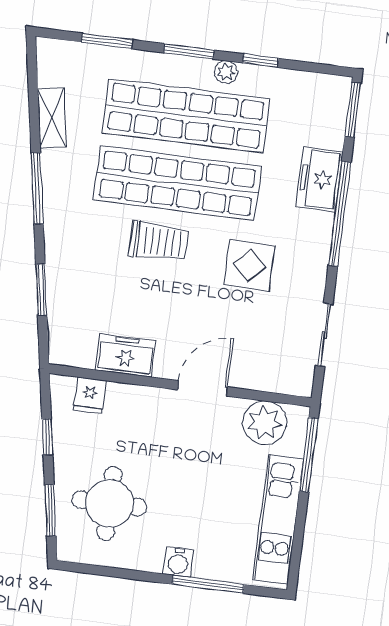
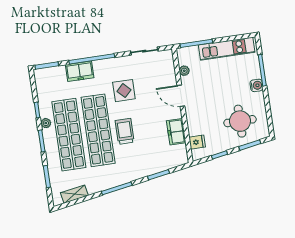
shelving: (52, 118) -> (74, 194), moved
plant: (265, 423) -> (184, 71), width x0.53, depth x0.53

